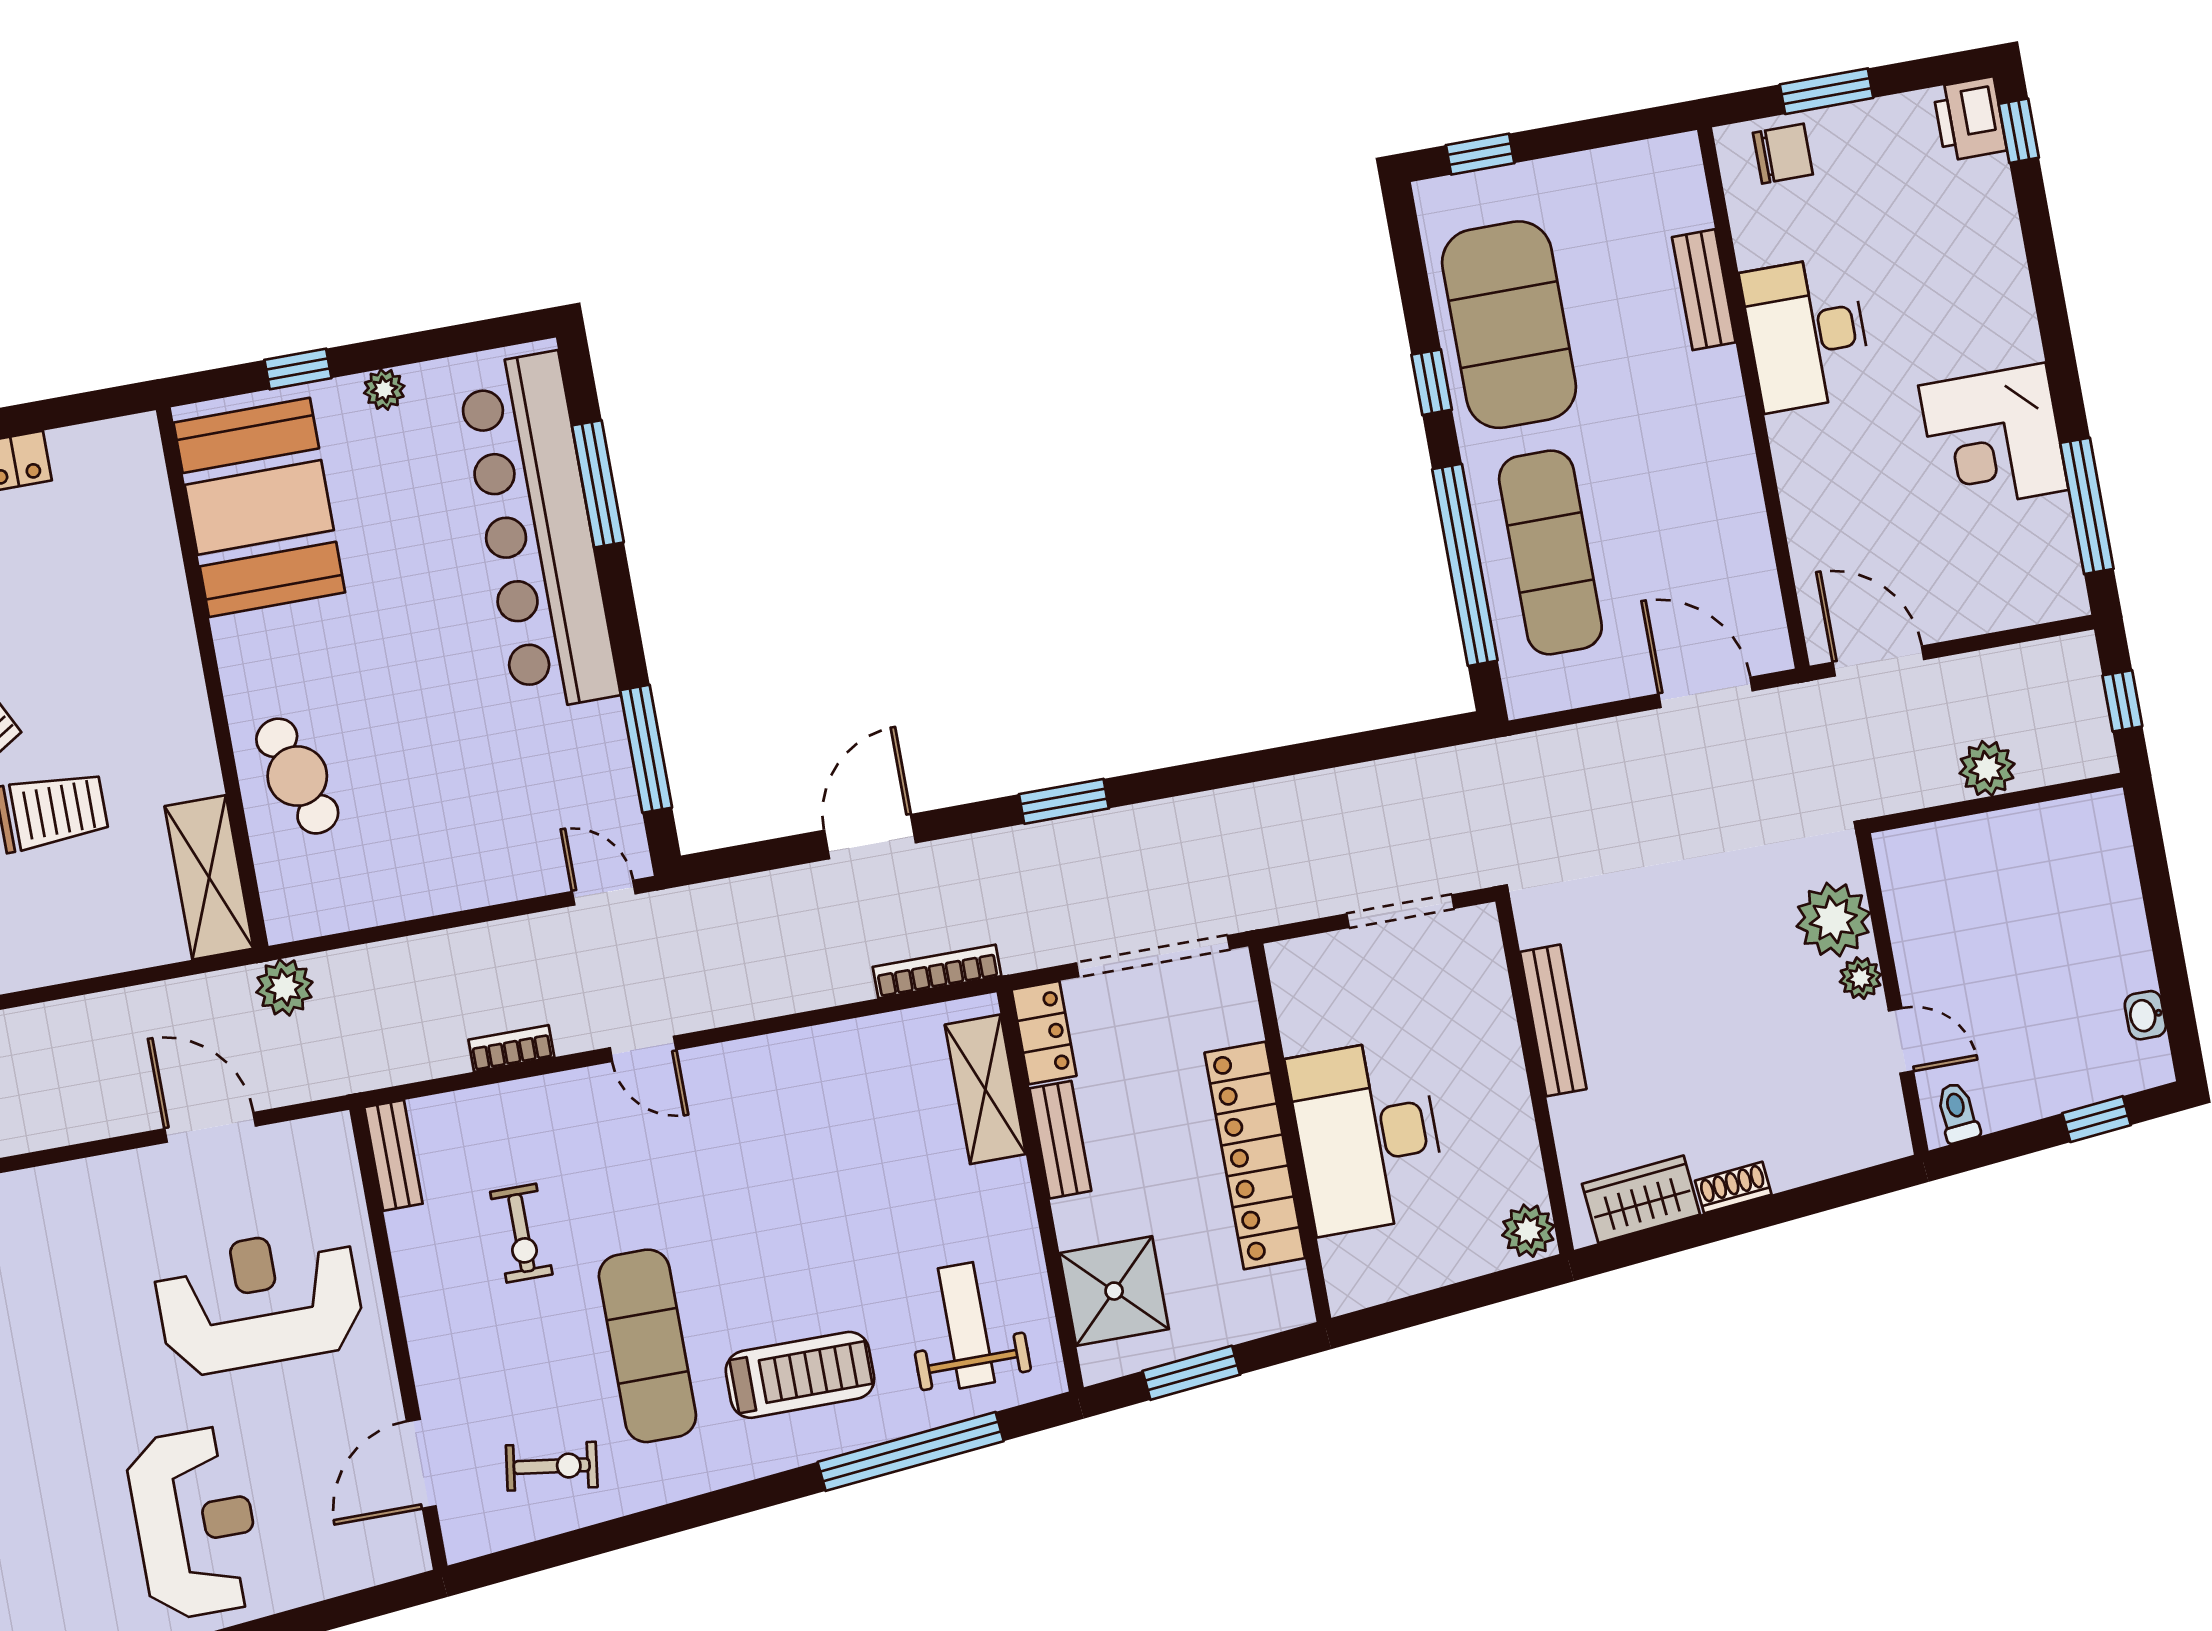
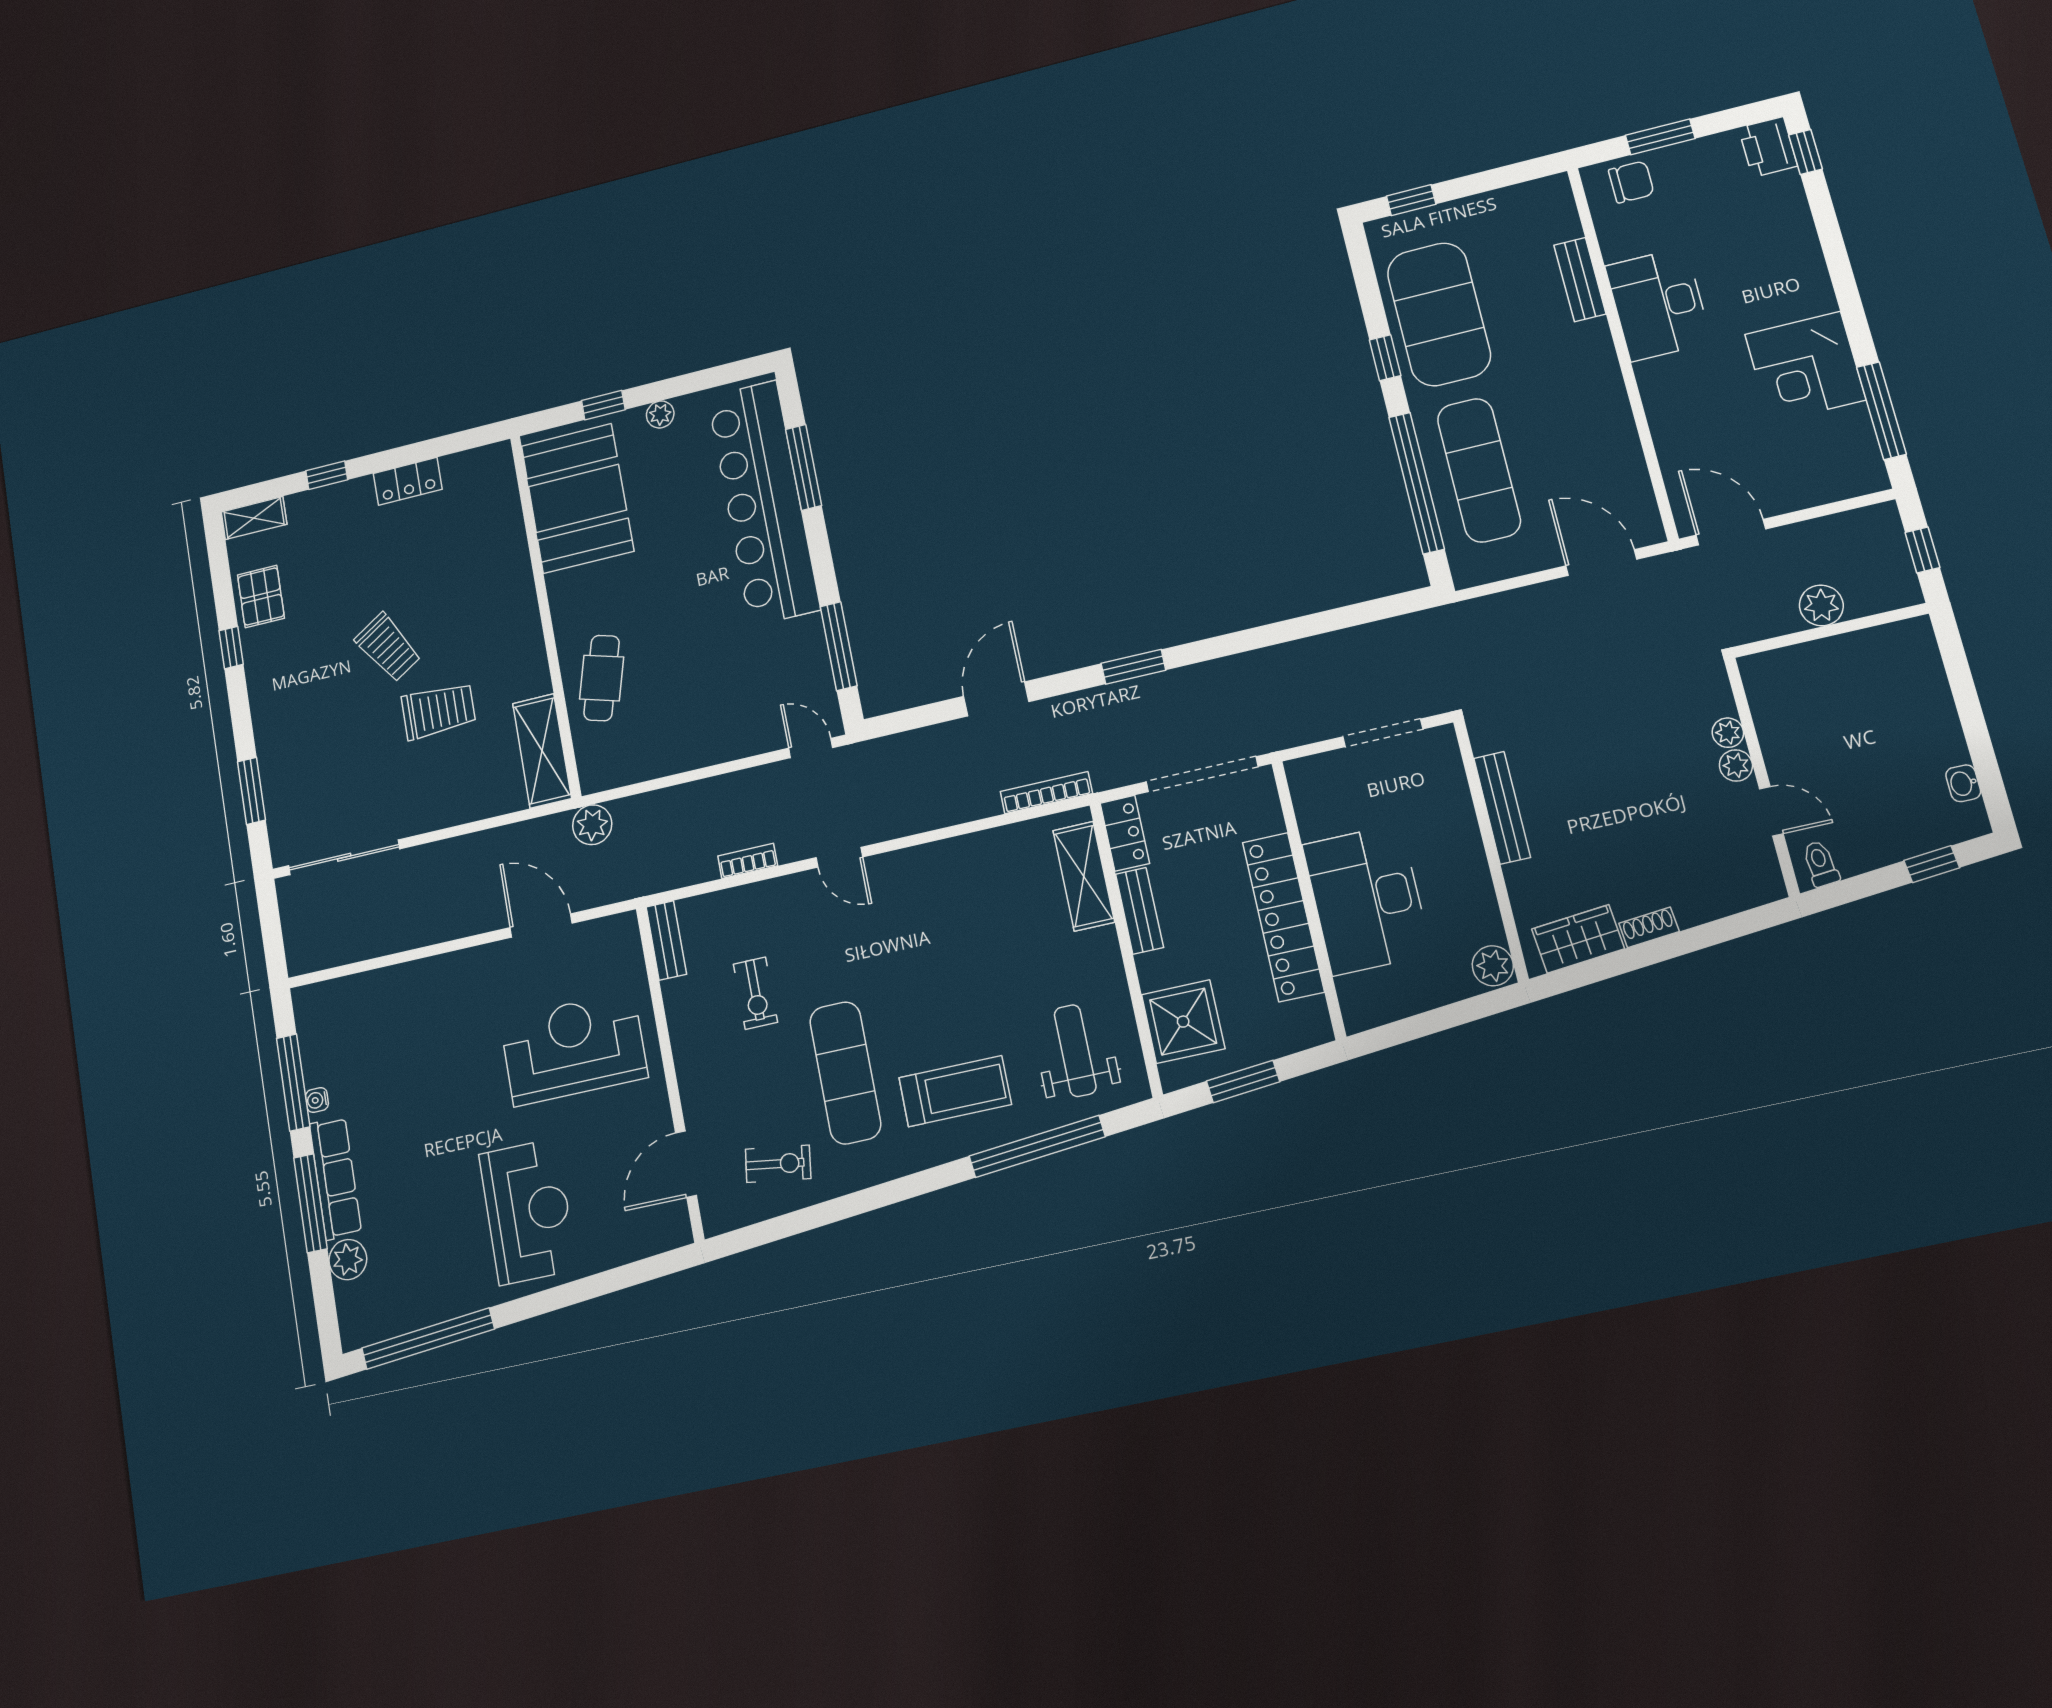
cafe table: (297, 776) -> (602, 678), turned 34
plant: (1833, 920) -> (1728, 733), width x0.53, depth x0.53

